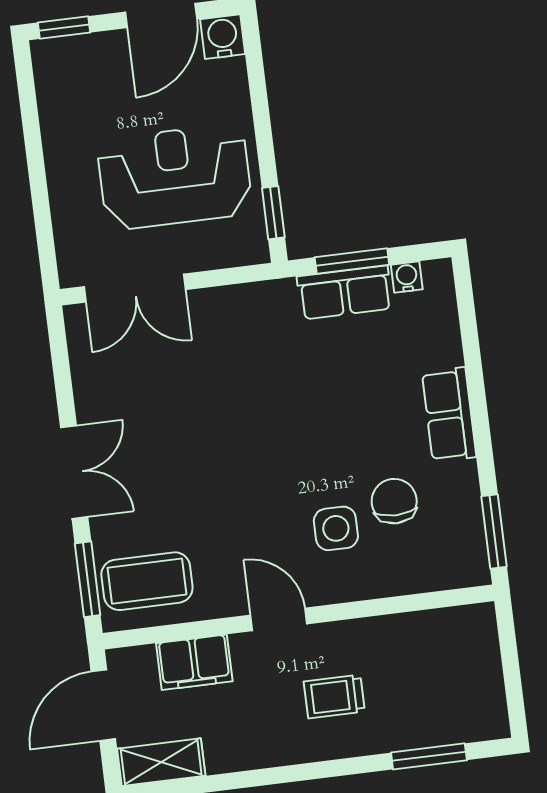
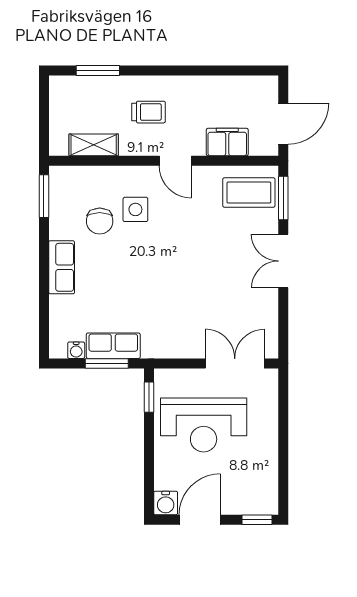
shelving: (161, 762) -> (94, 145), moved

